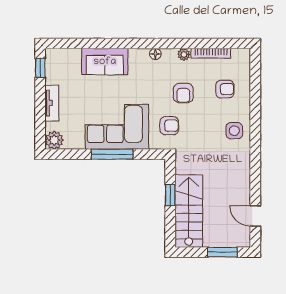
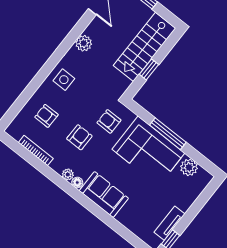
plant: (184, 54) -> (68, 174), moved
sofa: (105, 62) -> (104, 194), moved
tv unit: (52, 103) -> (170, 223), moved
plant: (54, 140) -> (189, 167), moved
plant: (242, 174) -> (84, 43), added

